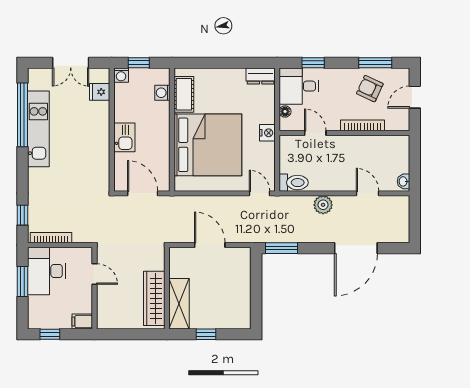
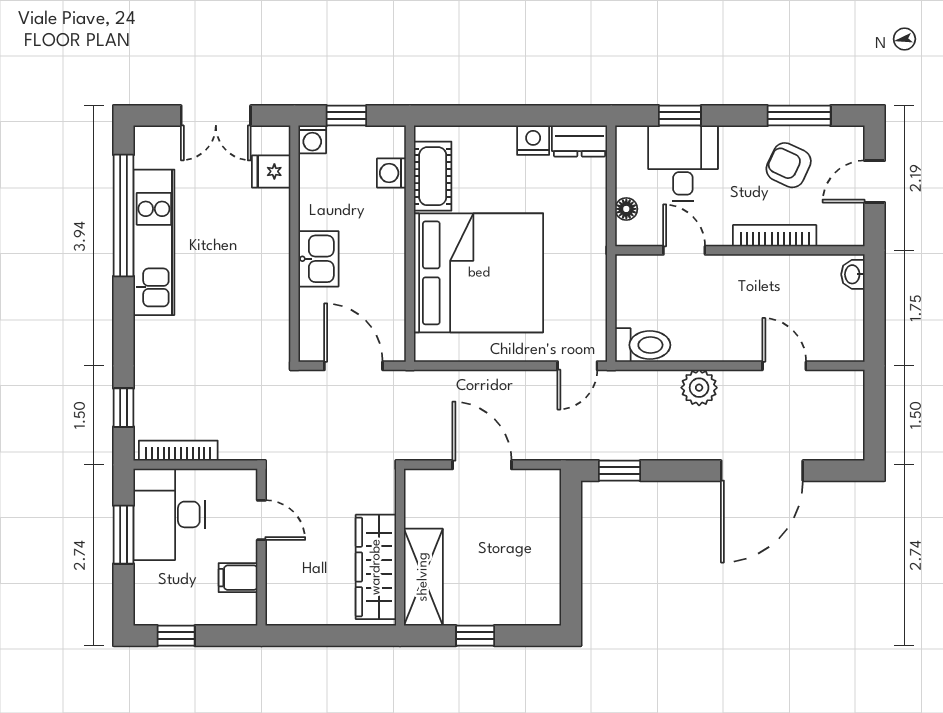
desk: (299, 86) -> (683, 163), moved, turned 90
nightstand: (267, 133) -> (533, 140), moved, turned -90
washbasin: (403, 181) -> (853, 274), moved
door: (259, 193) -> (577, 366), swing flipped
window: (281, 248) -> (619, 471), width x0.67
filing cabinet: (82, 322) -> (238, 578), moved

